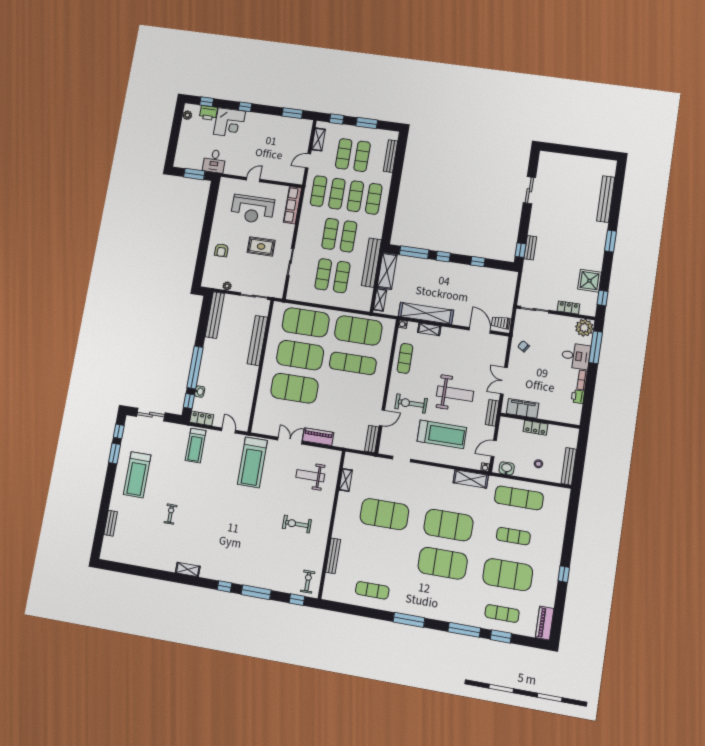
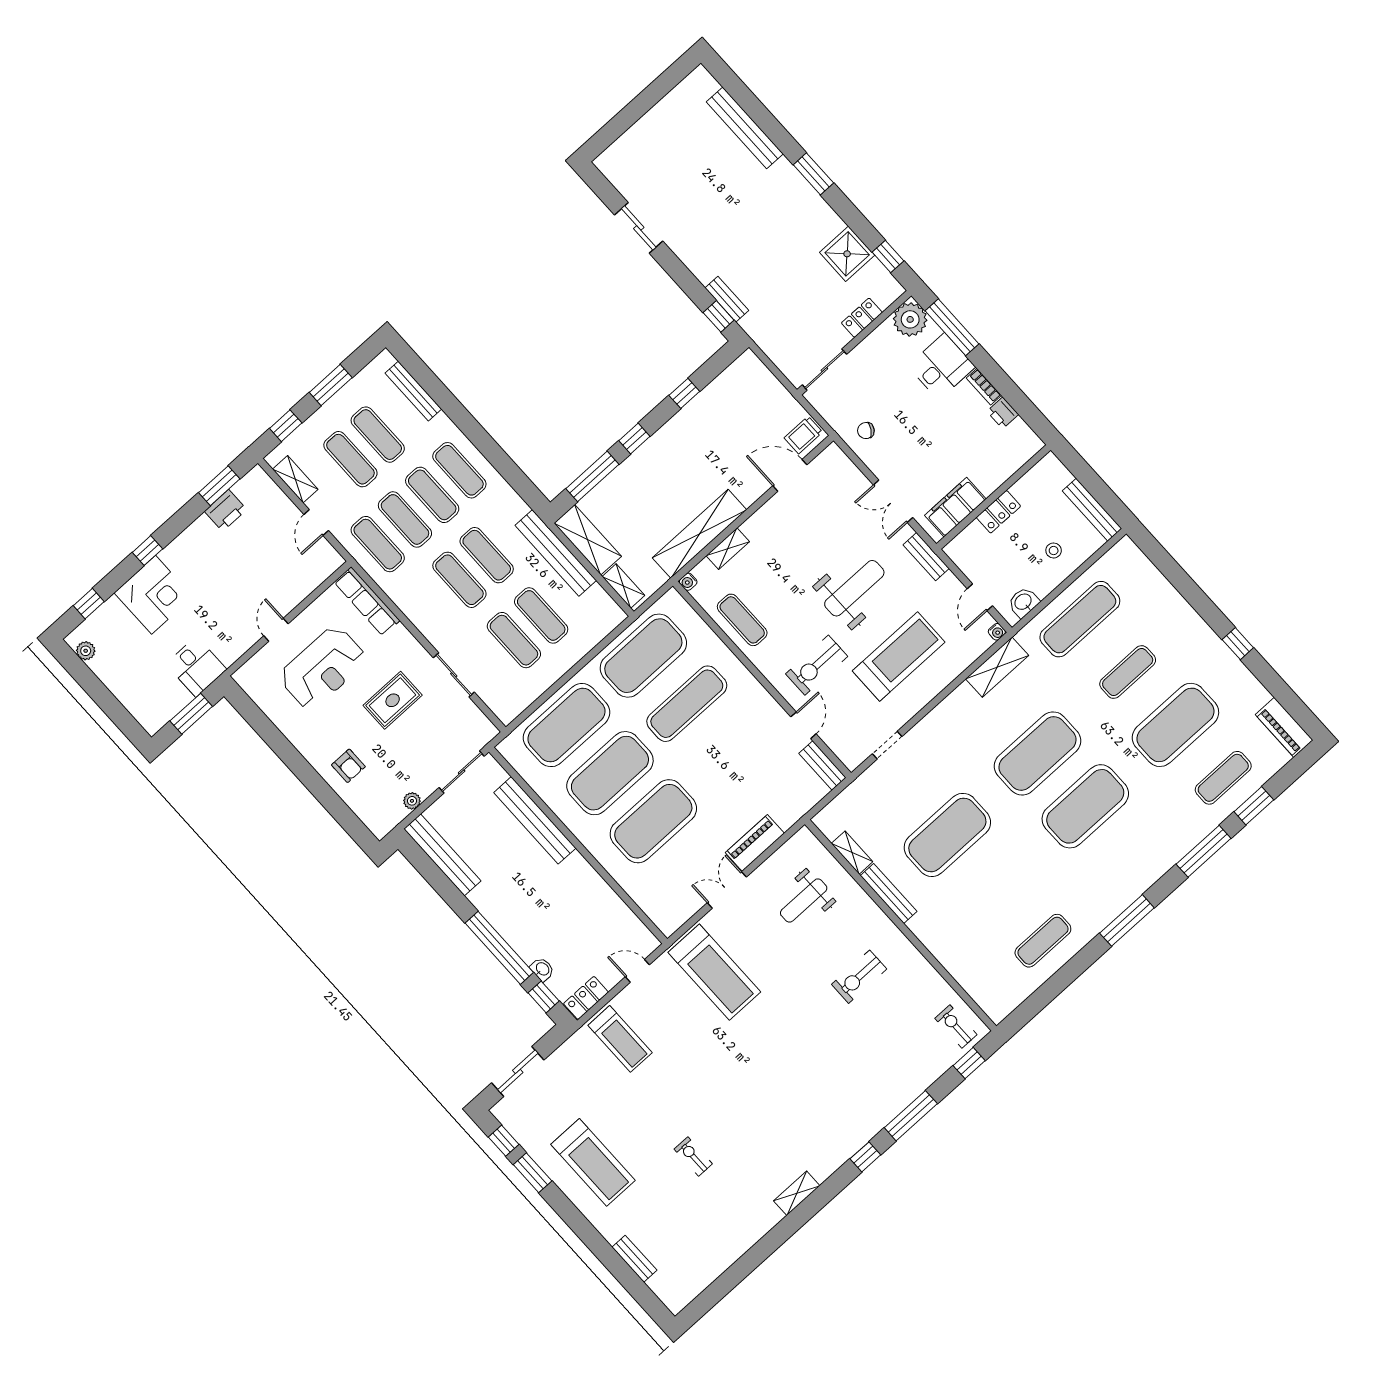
printer: (208, 113) -> (226, 510), moved
bench: (333, 556) -> (889, 894), moved

